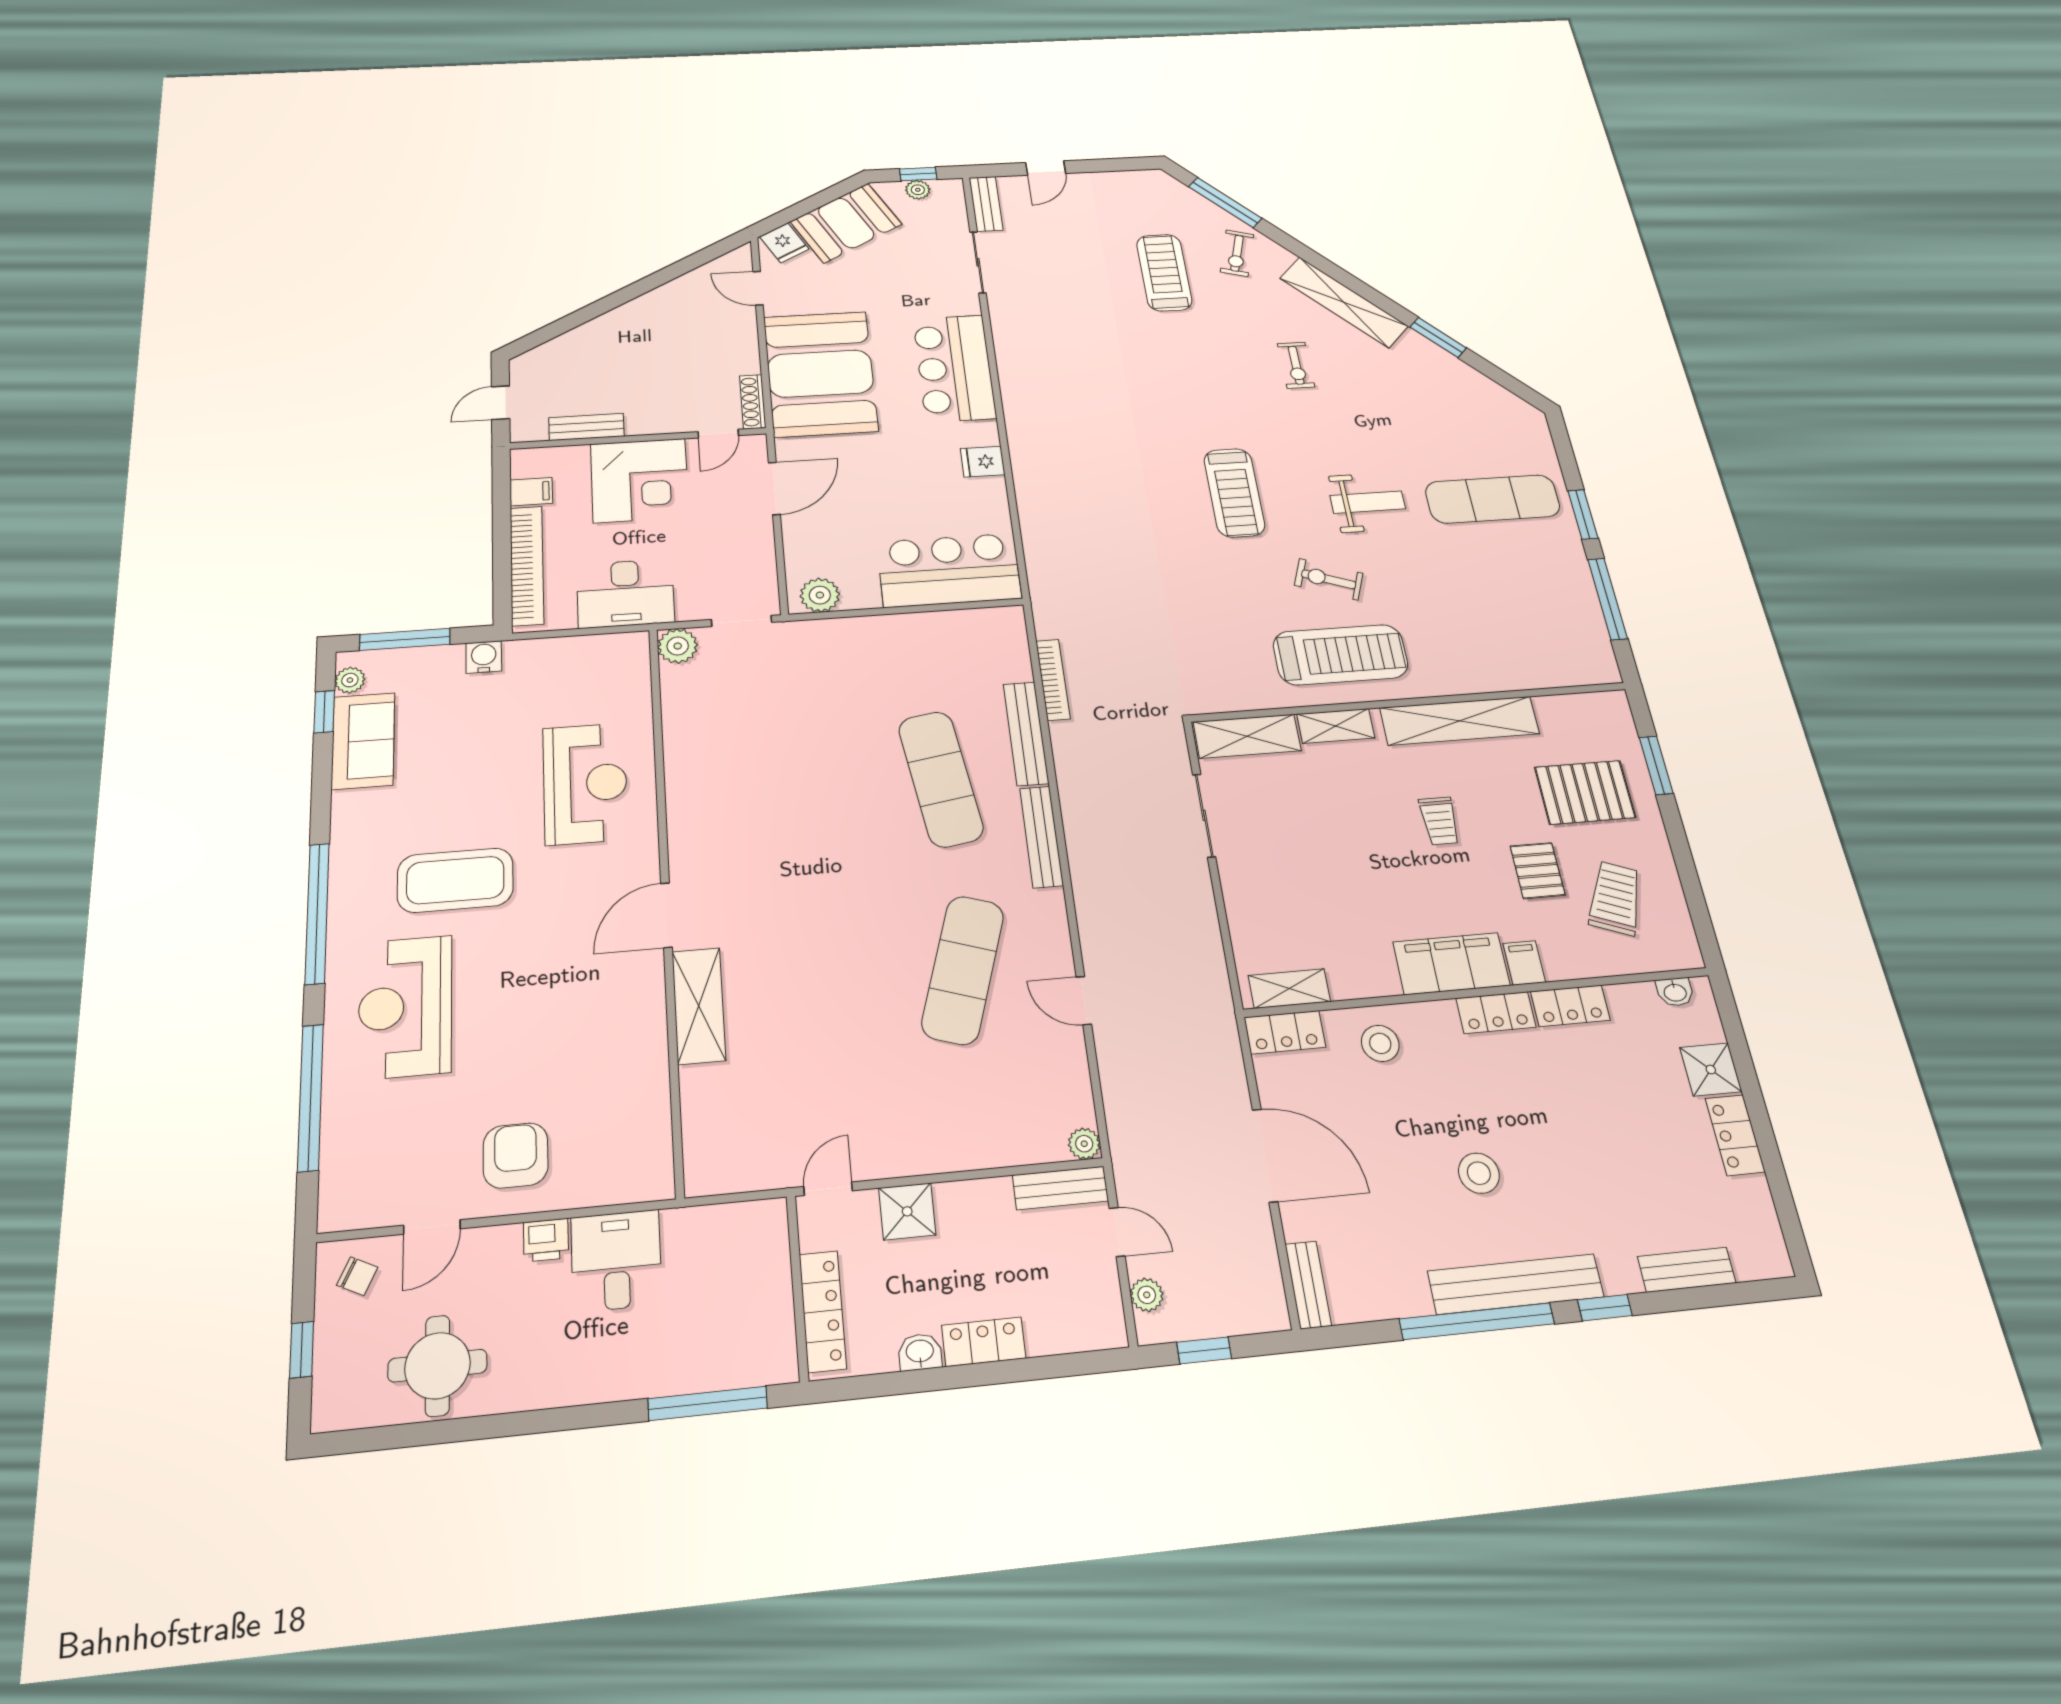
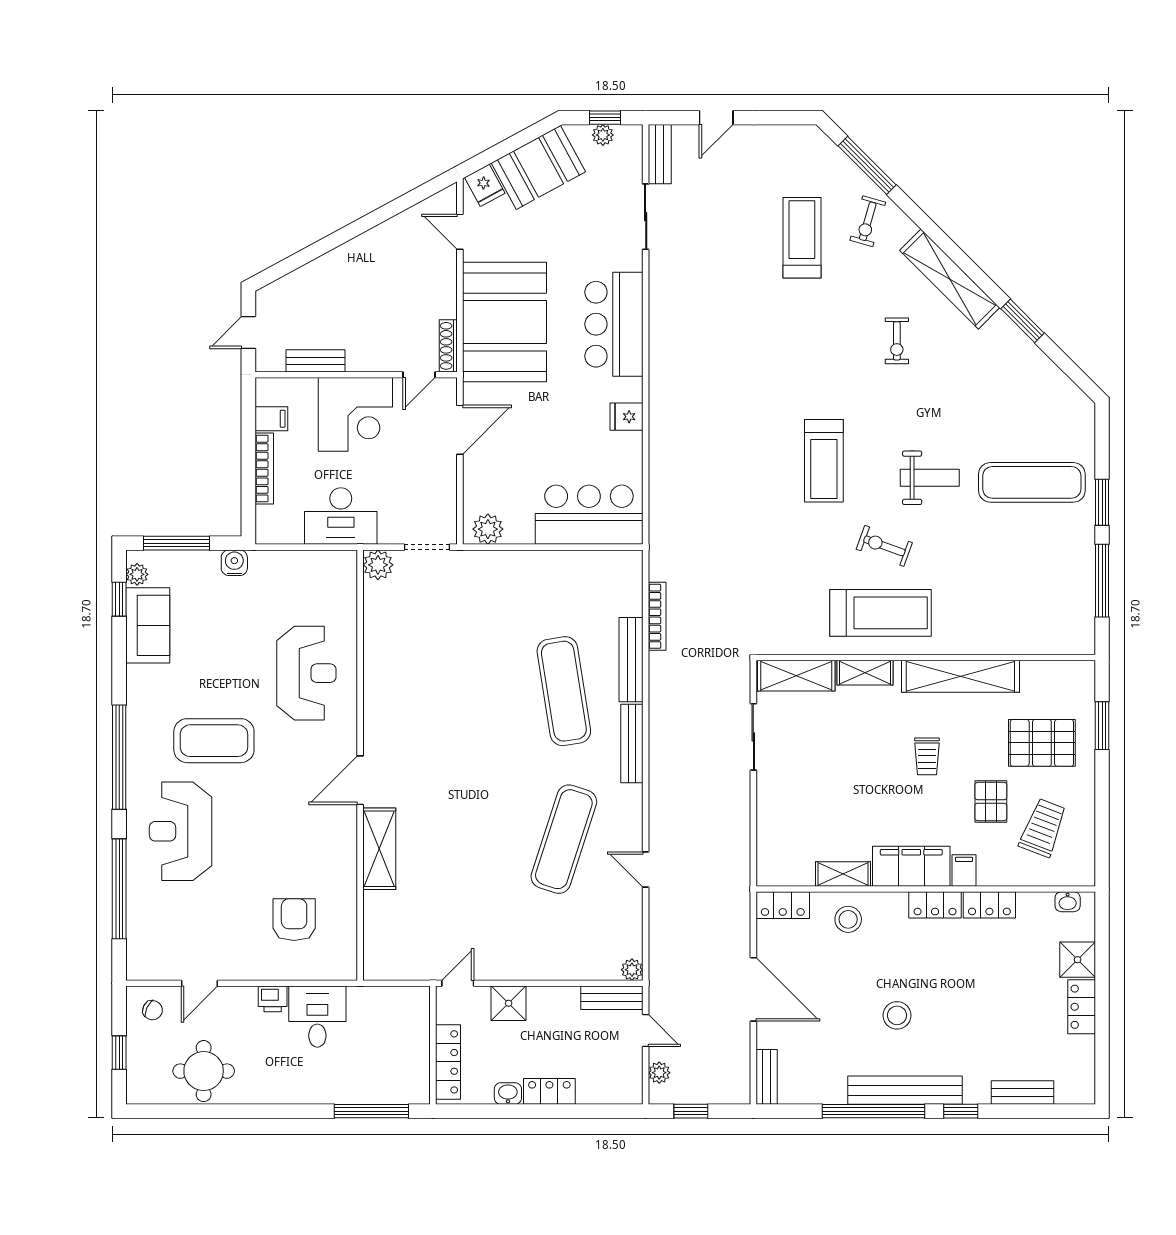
bookcase: (527, 566) -> (264, 469), width x0.68, depth x0.76
shelving: (1289, 989) -> (843, 874), moved
armchair: (516, 1155) -> (294, 920), moved

